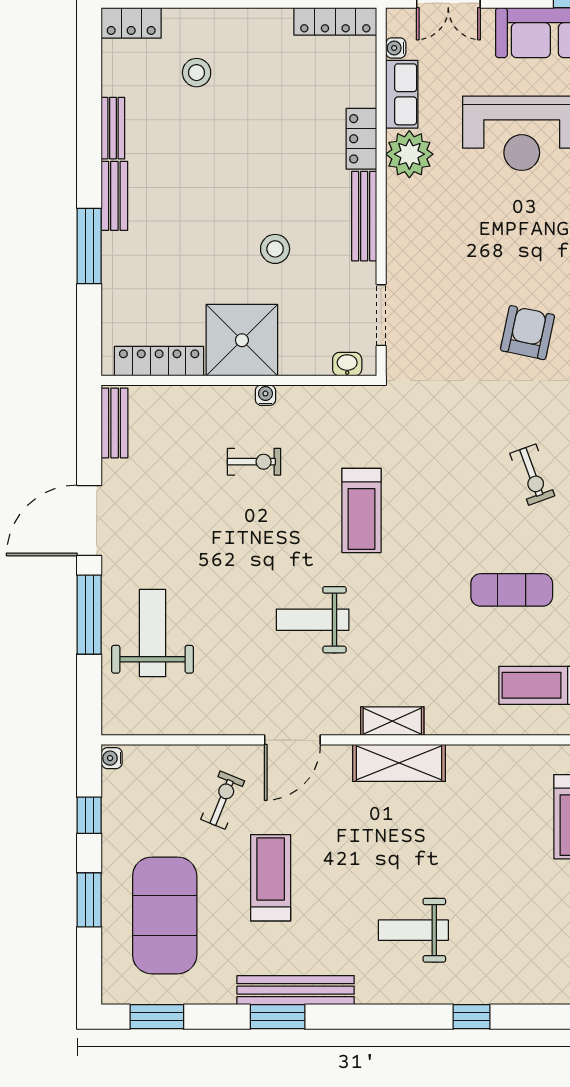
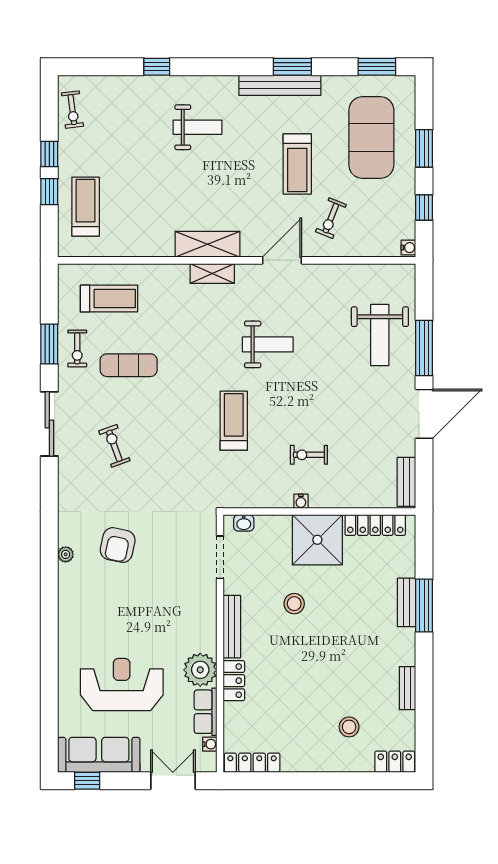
bench: (114, 196) -> (407, 602), moved

